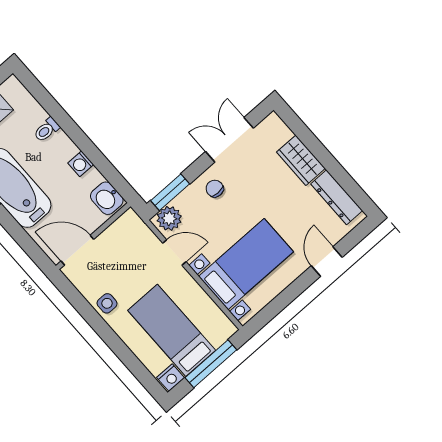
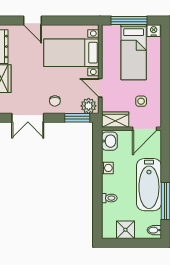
wardrobe: (123, 230) -> (115, 120), added
door: (77, 250) -> (145, 129), hinge flipped
door: (327, 261) -> (32, 21), hinge flipped
side table: (107, 303) -> (141, 101), moved

